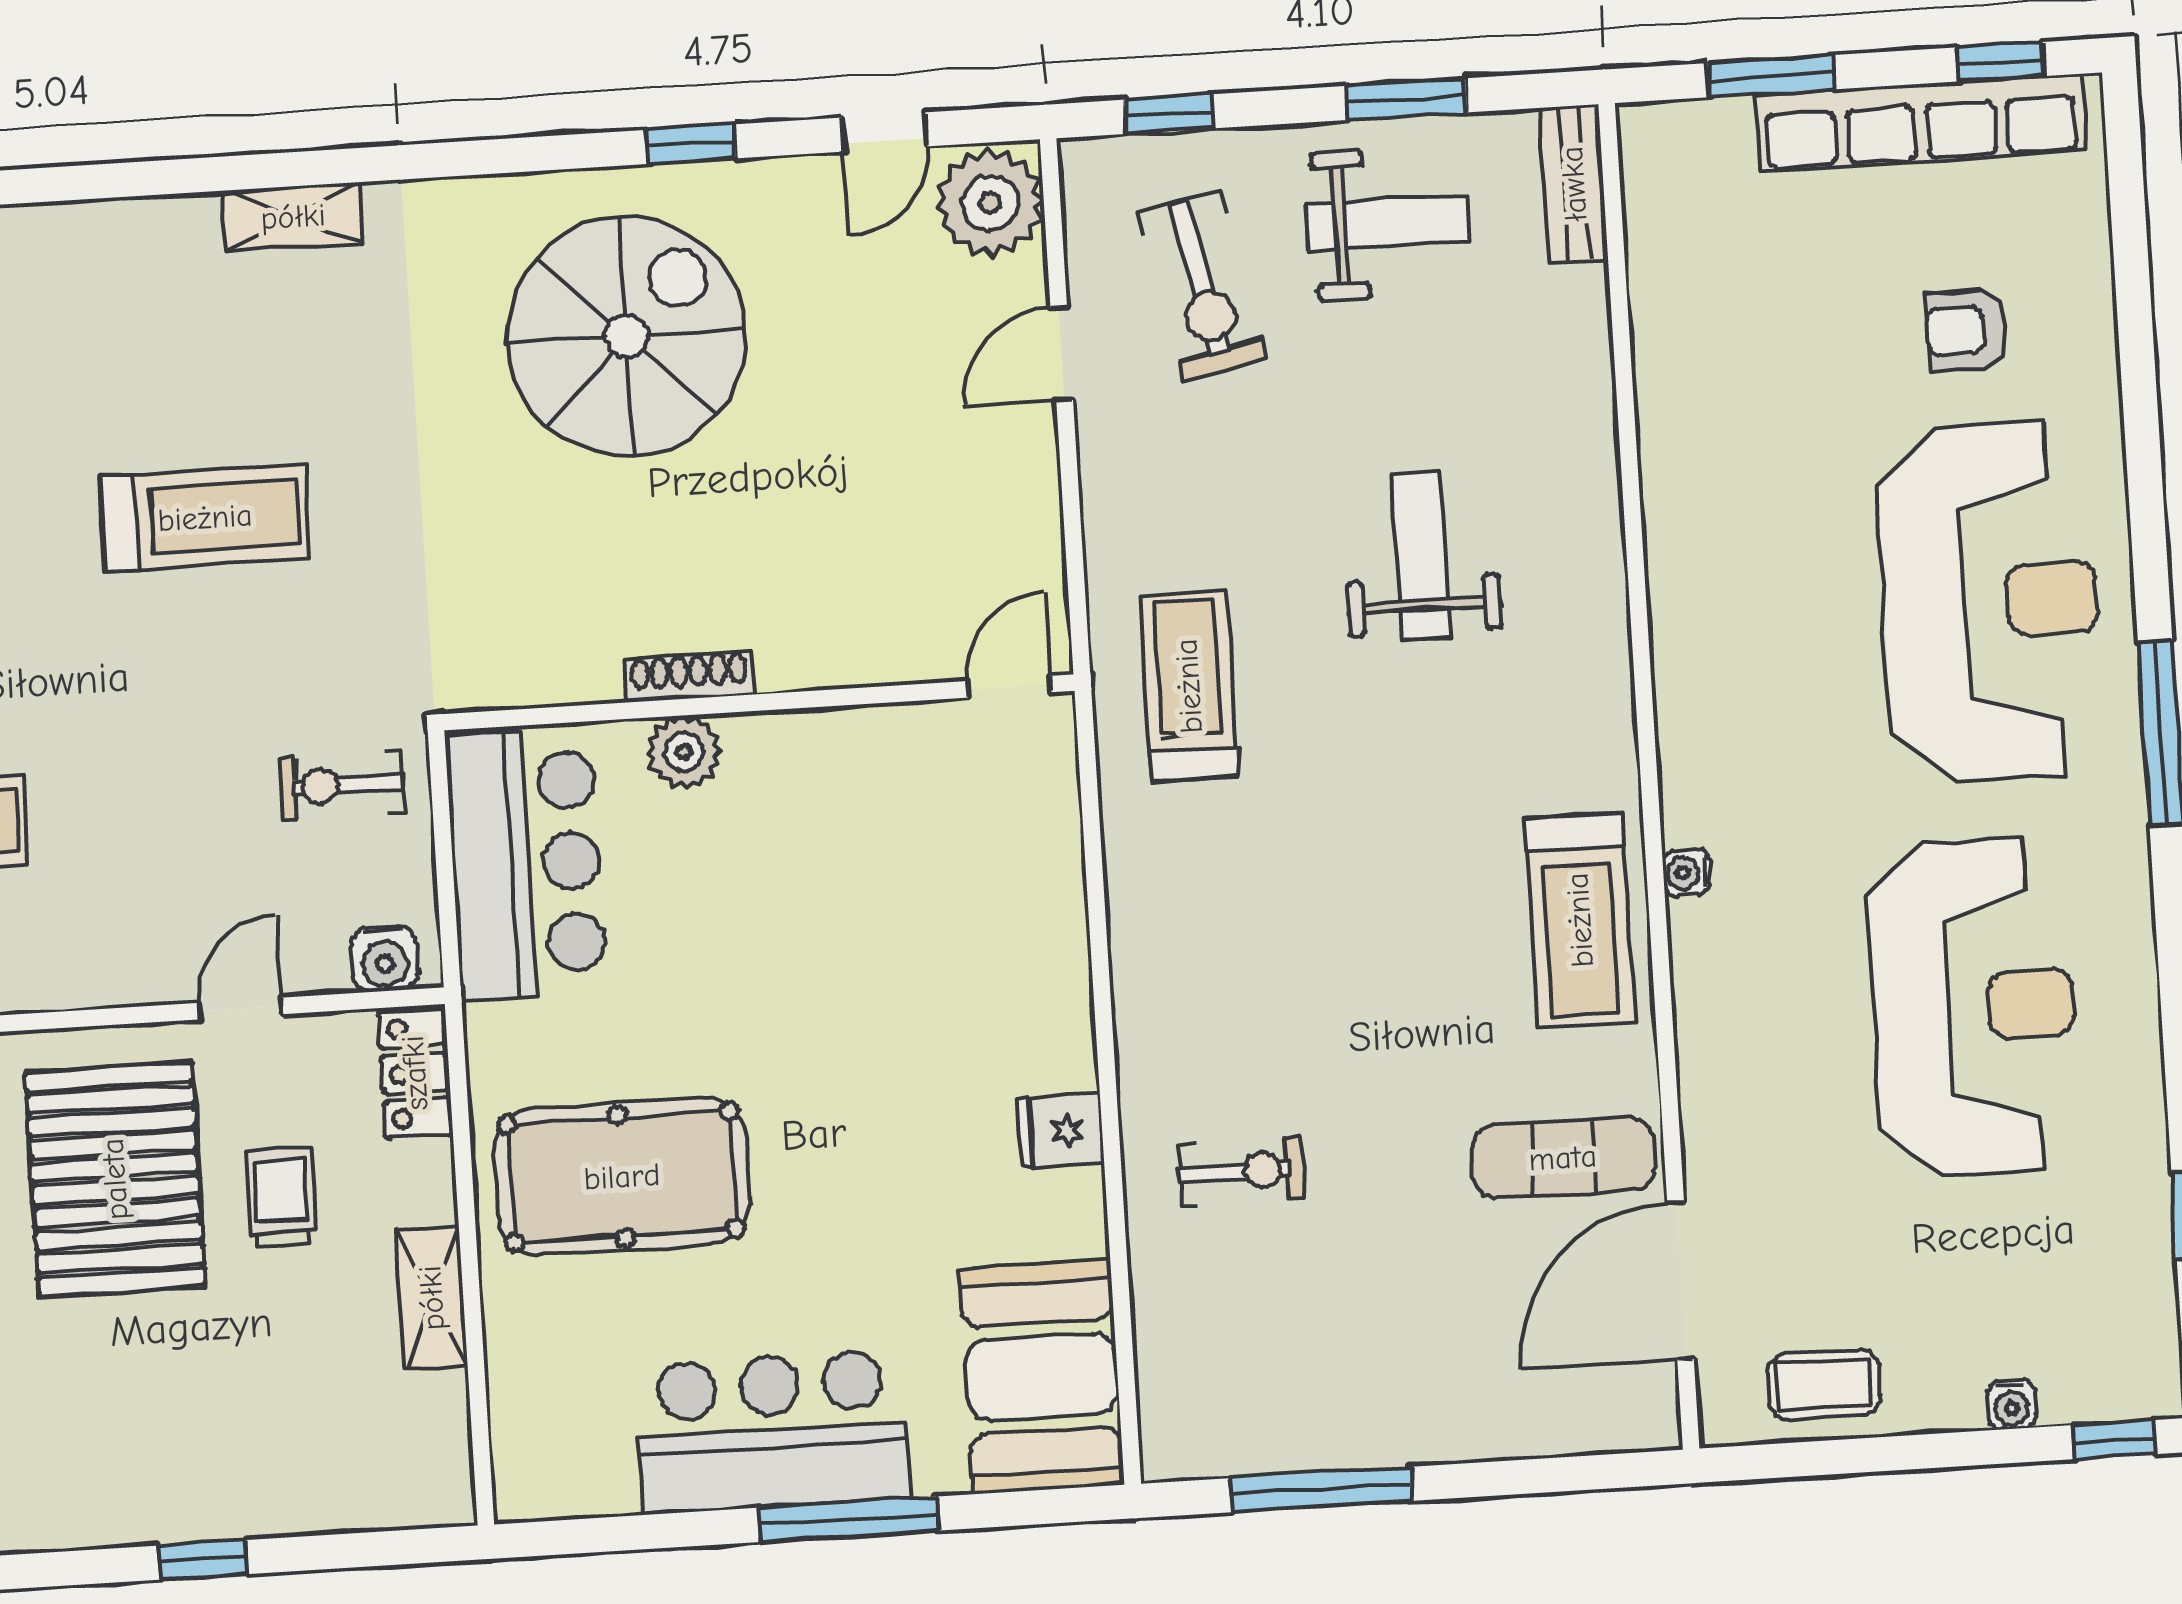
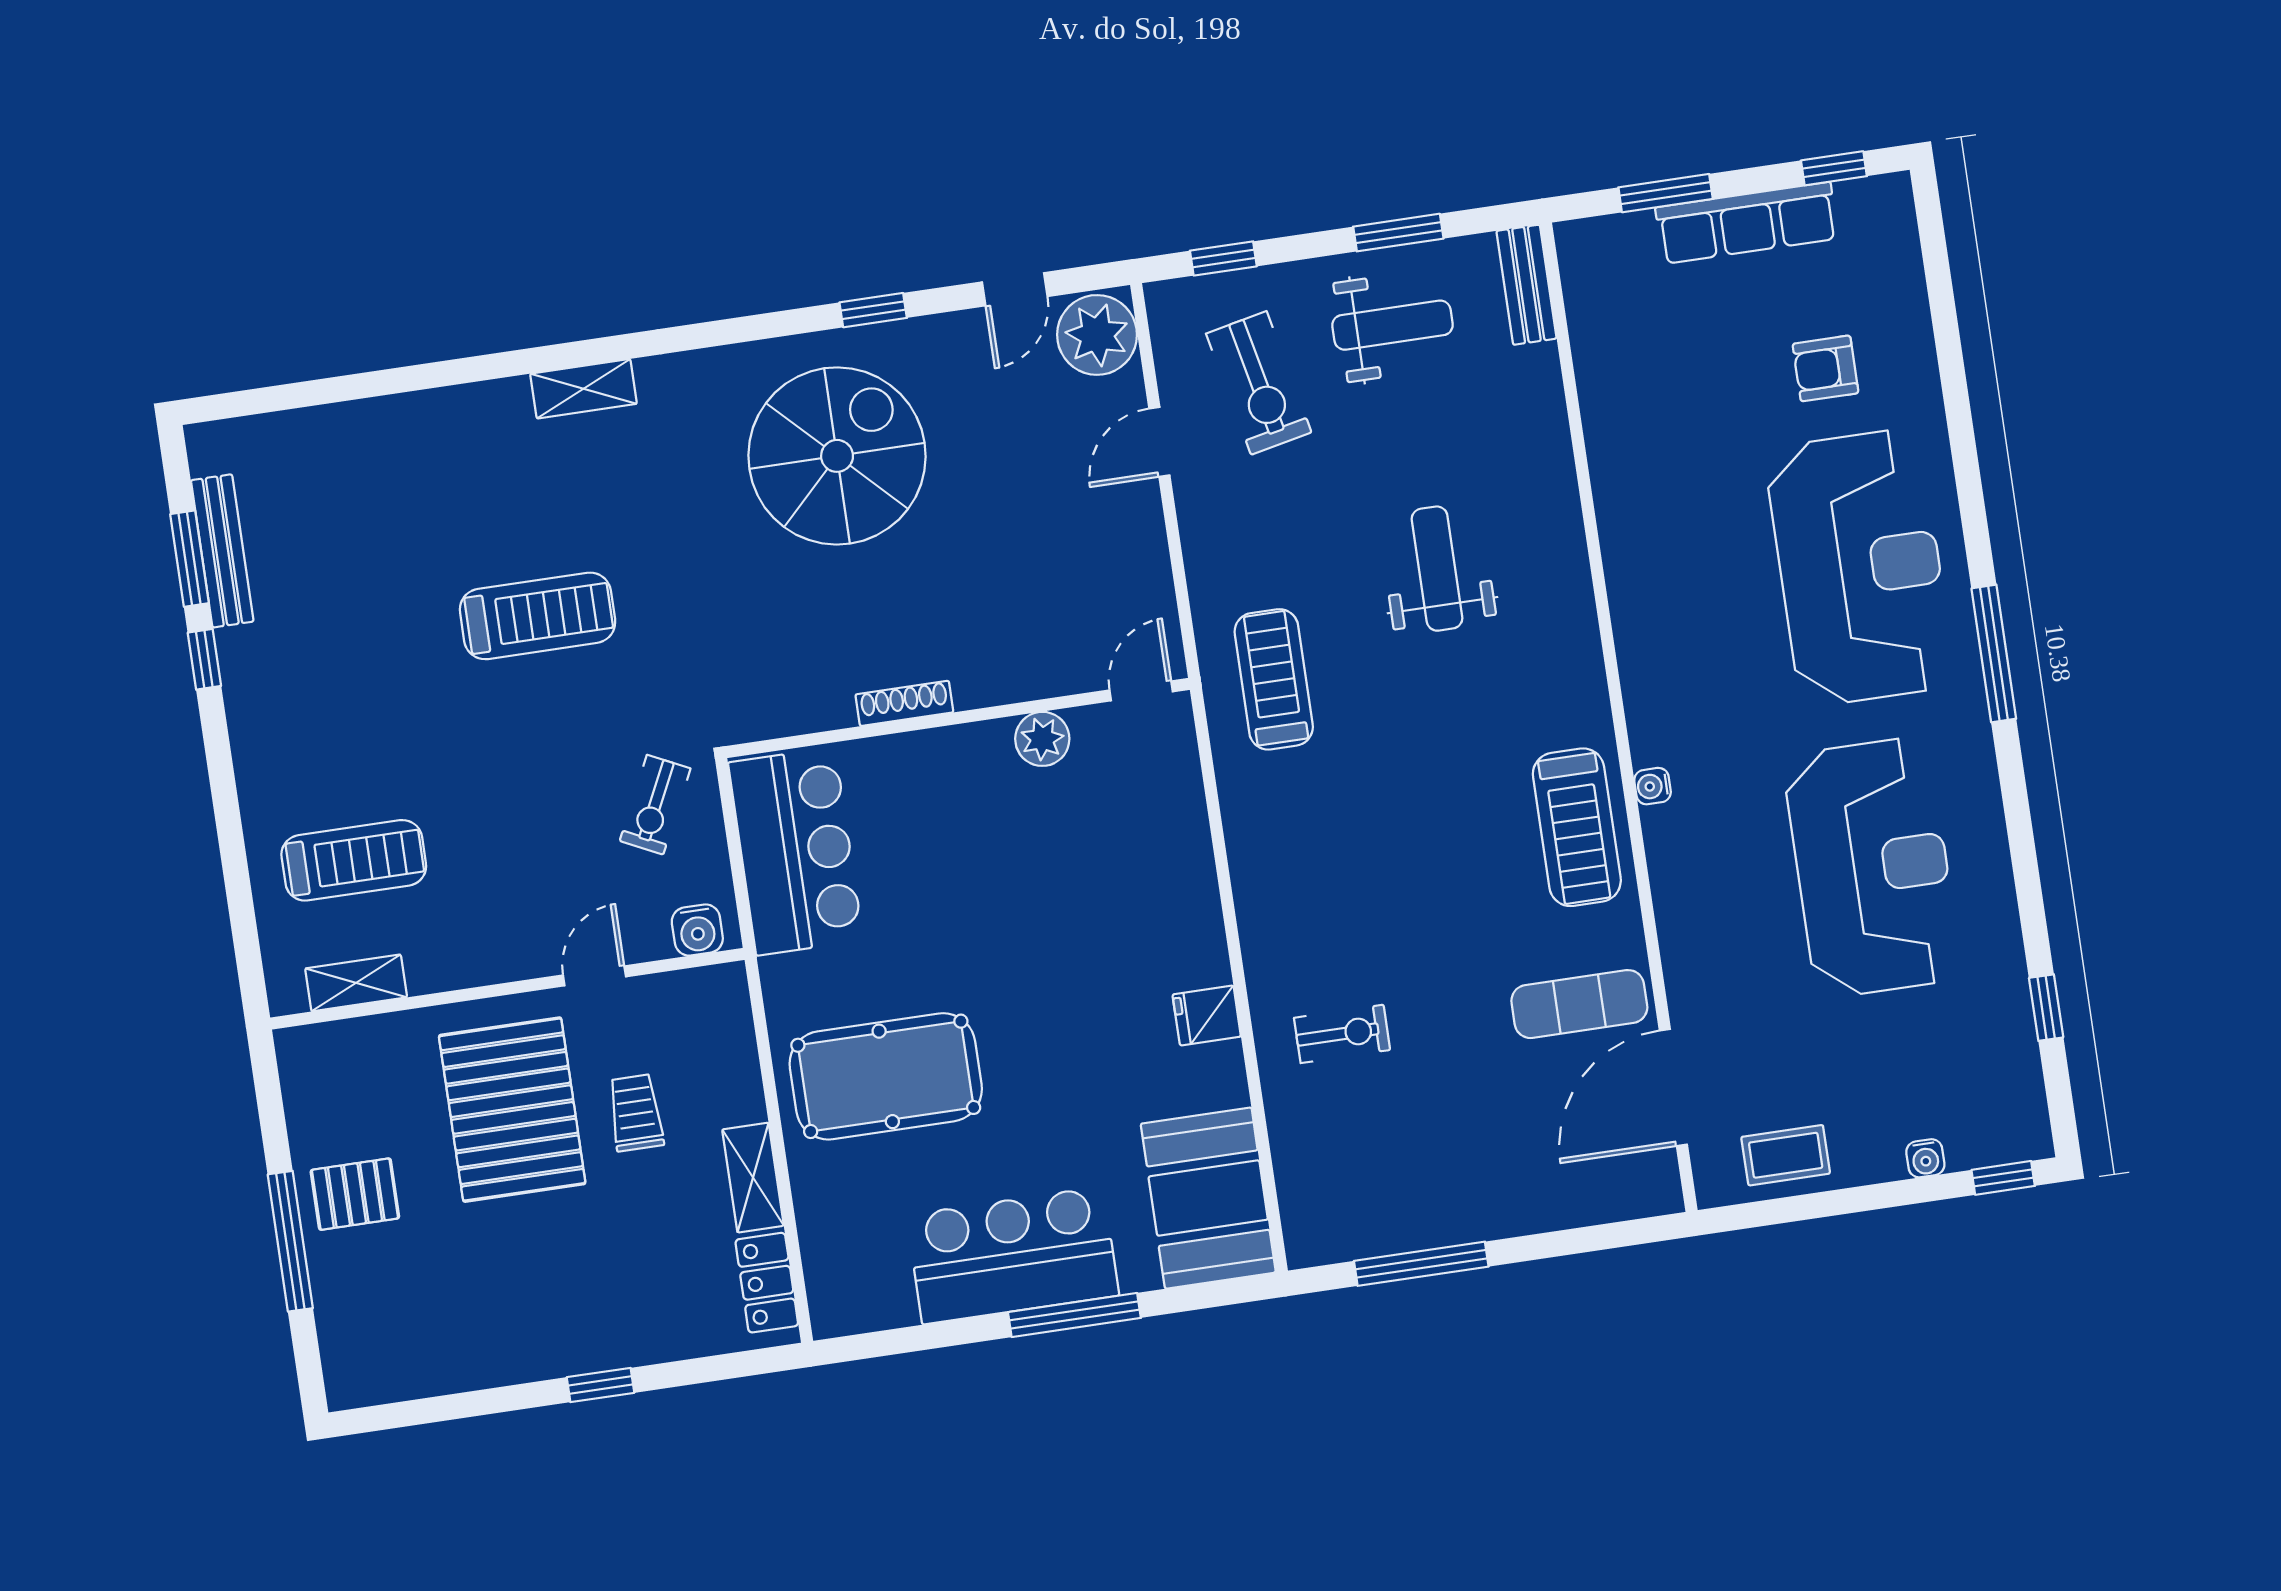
row of seats: (1921, 123) -> (1747, 223), width x0.73
plant: (684, 752) -> (1042, 739), moved
exercise bike: (342, 785) -> (655, 805), turned -64
locker: (415, 1073) -> (767, 1283), moved

